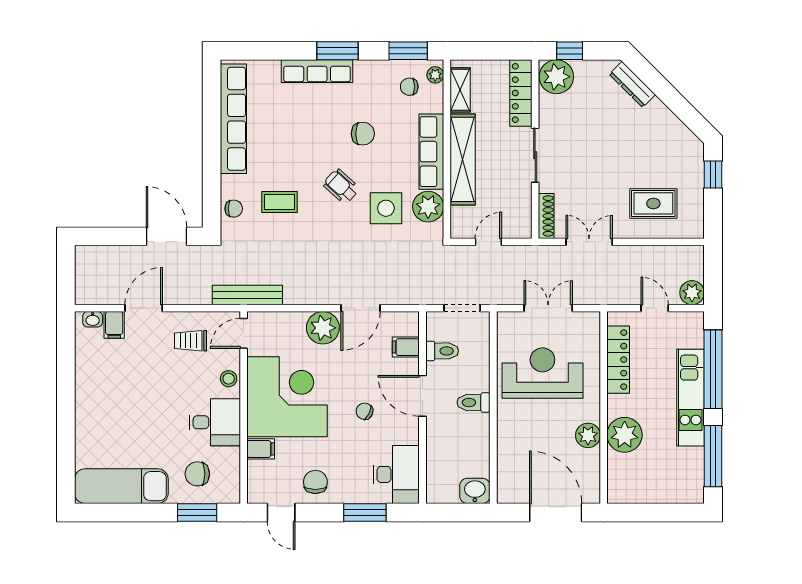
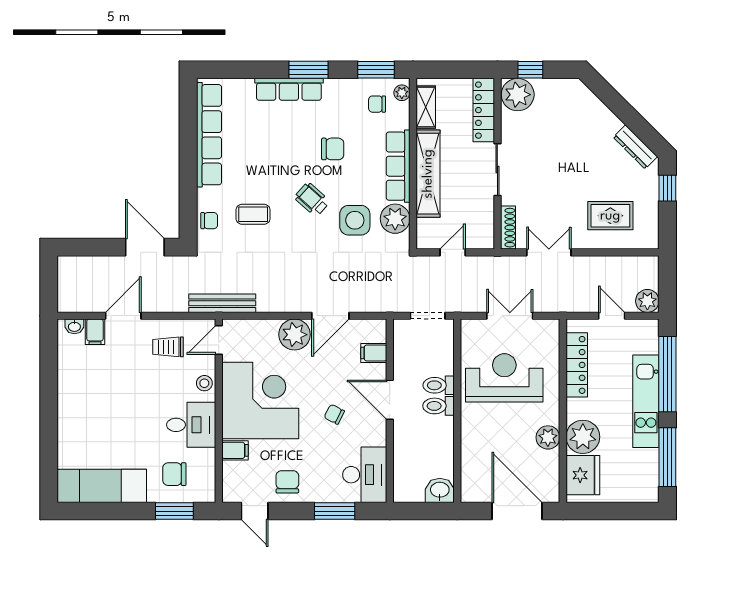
dresser: (632, 84) -> (635, 147), moved
toilet: (442, 351) -> (439, 385), moved, turned 180
fridge: (624, 475) -> (583, 475), added

